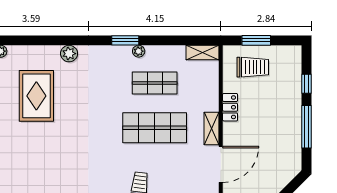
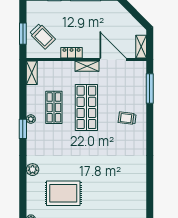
trolley: (253, 67) -> (42, 36), turned 135

